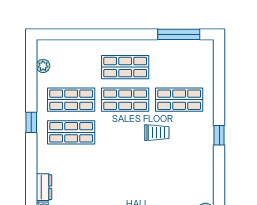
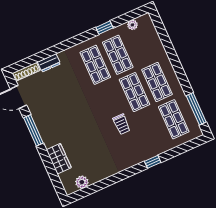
shop shelf: (179, 100) -> (174, 119), moved
window: (31, 122) -> (104, 28), moved
window: (219, 135) -> (153, 162), moved

